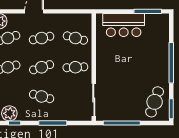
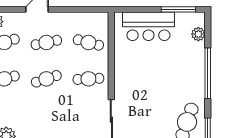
plant: (164, 31) -> (198, 34), added
cafe table: (42, 96) -> (46, 115), removed

